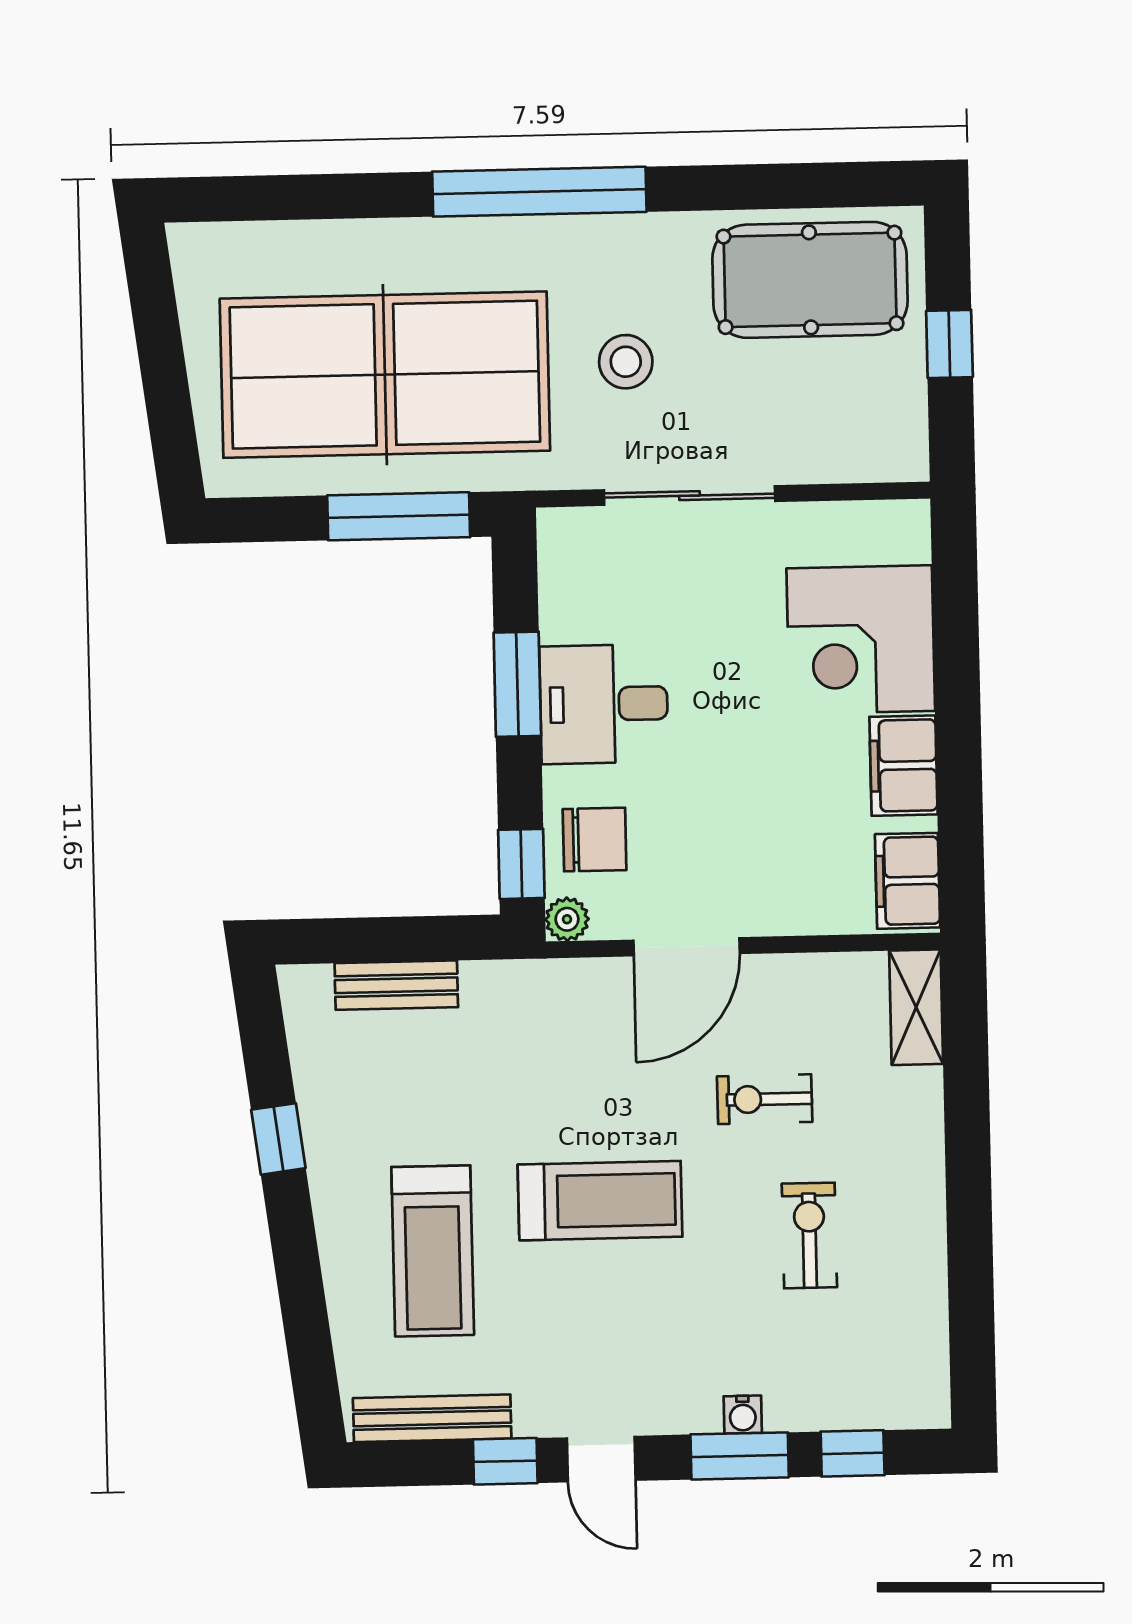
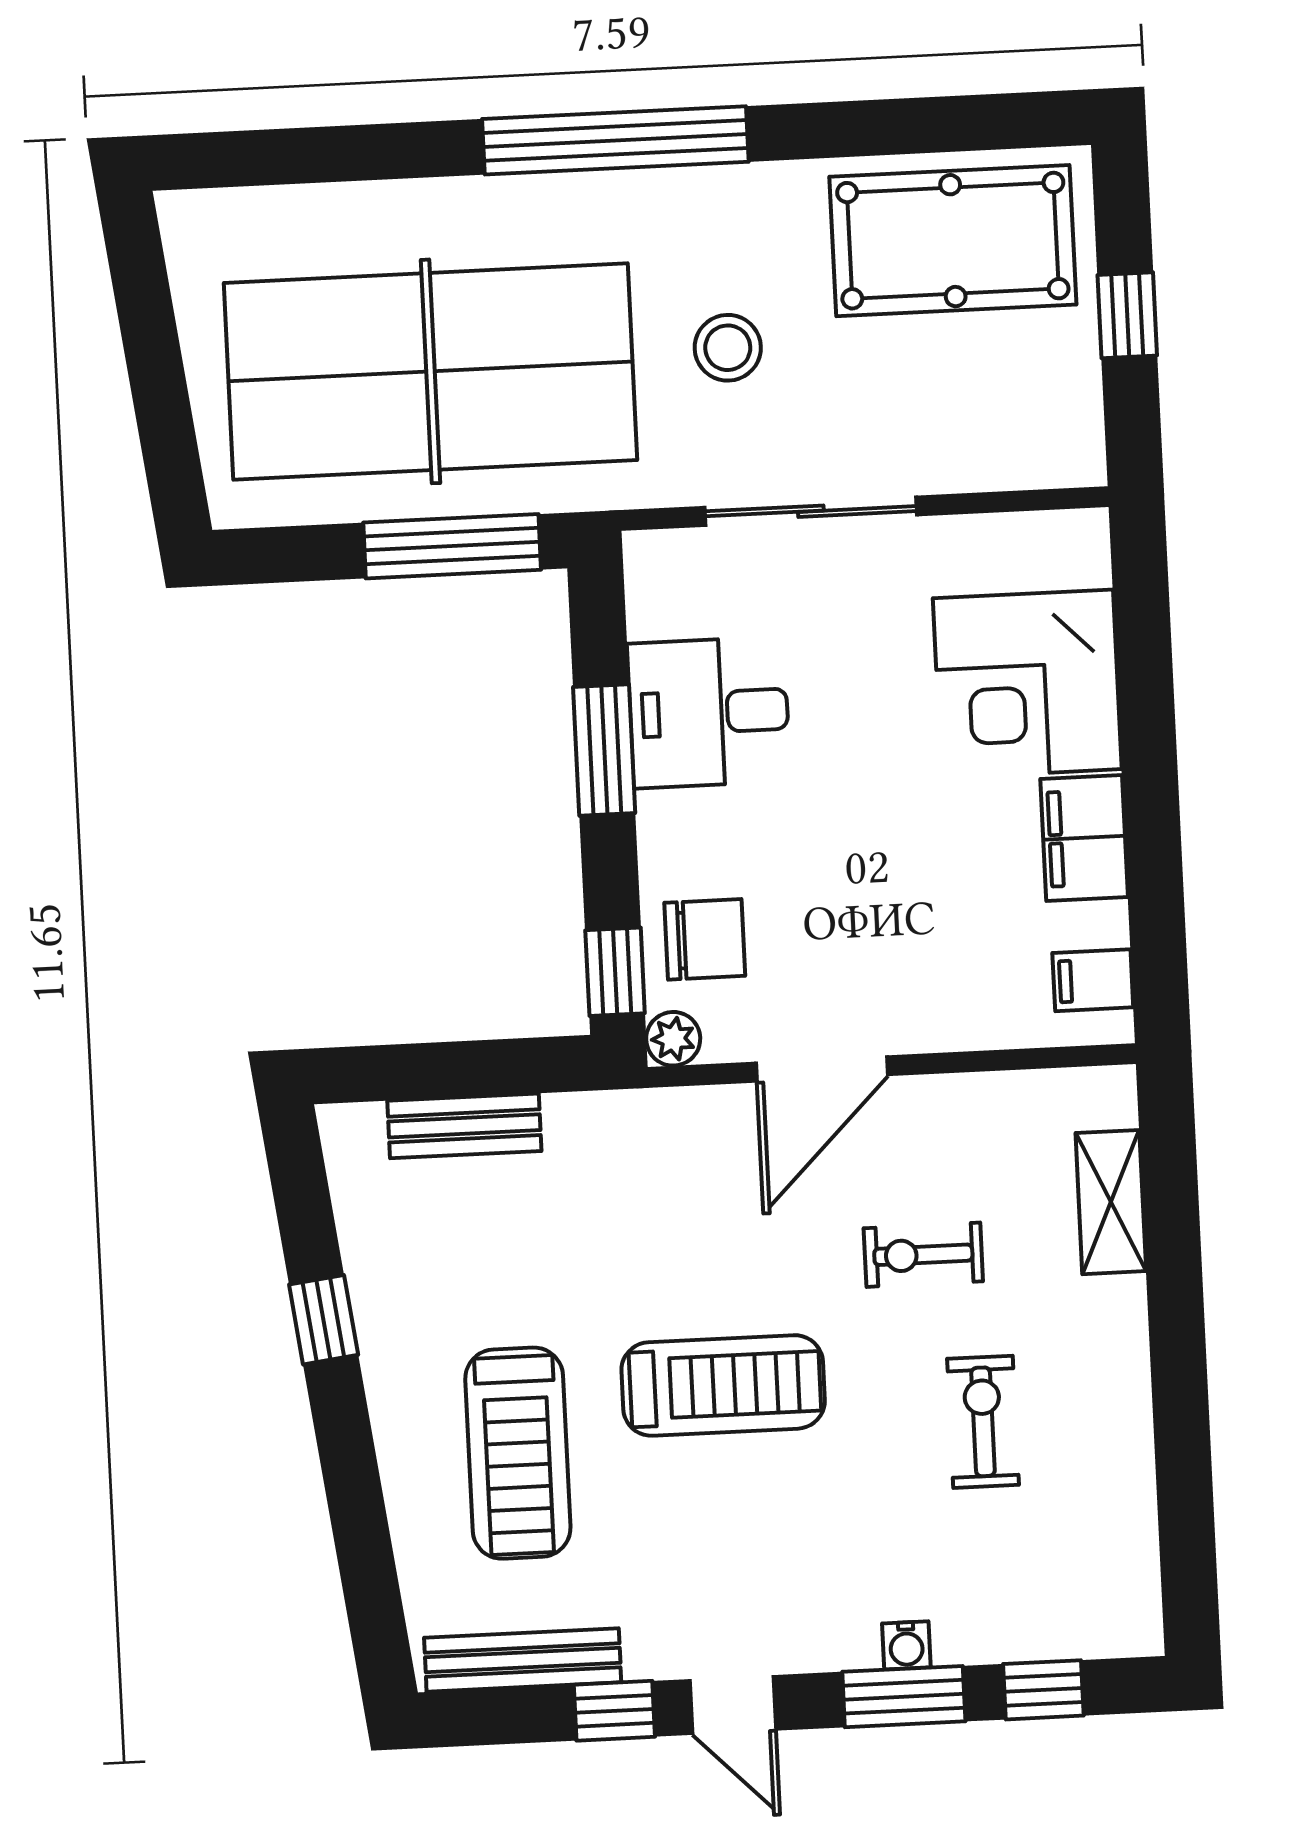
desk: (604, 704) -> (709, 712), moved
filing cabinet: (908, 881) -> (1093, 980), width x0.50
shelving: (916, 1007) -> (1111, 1202), moved

